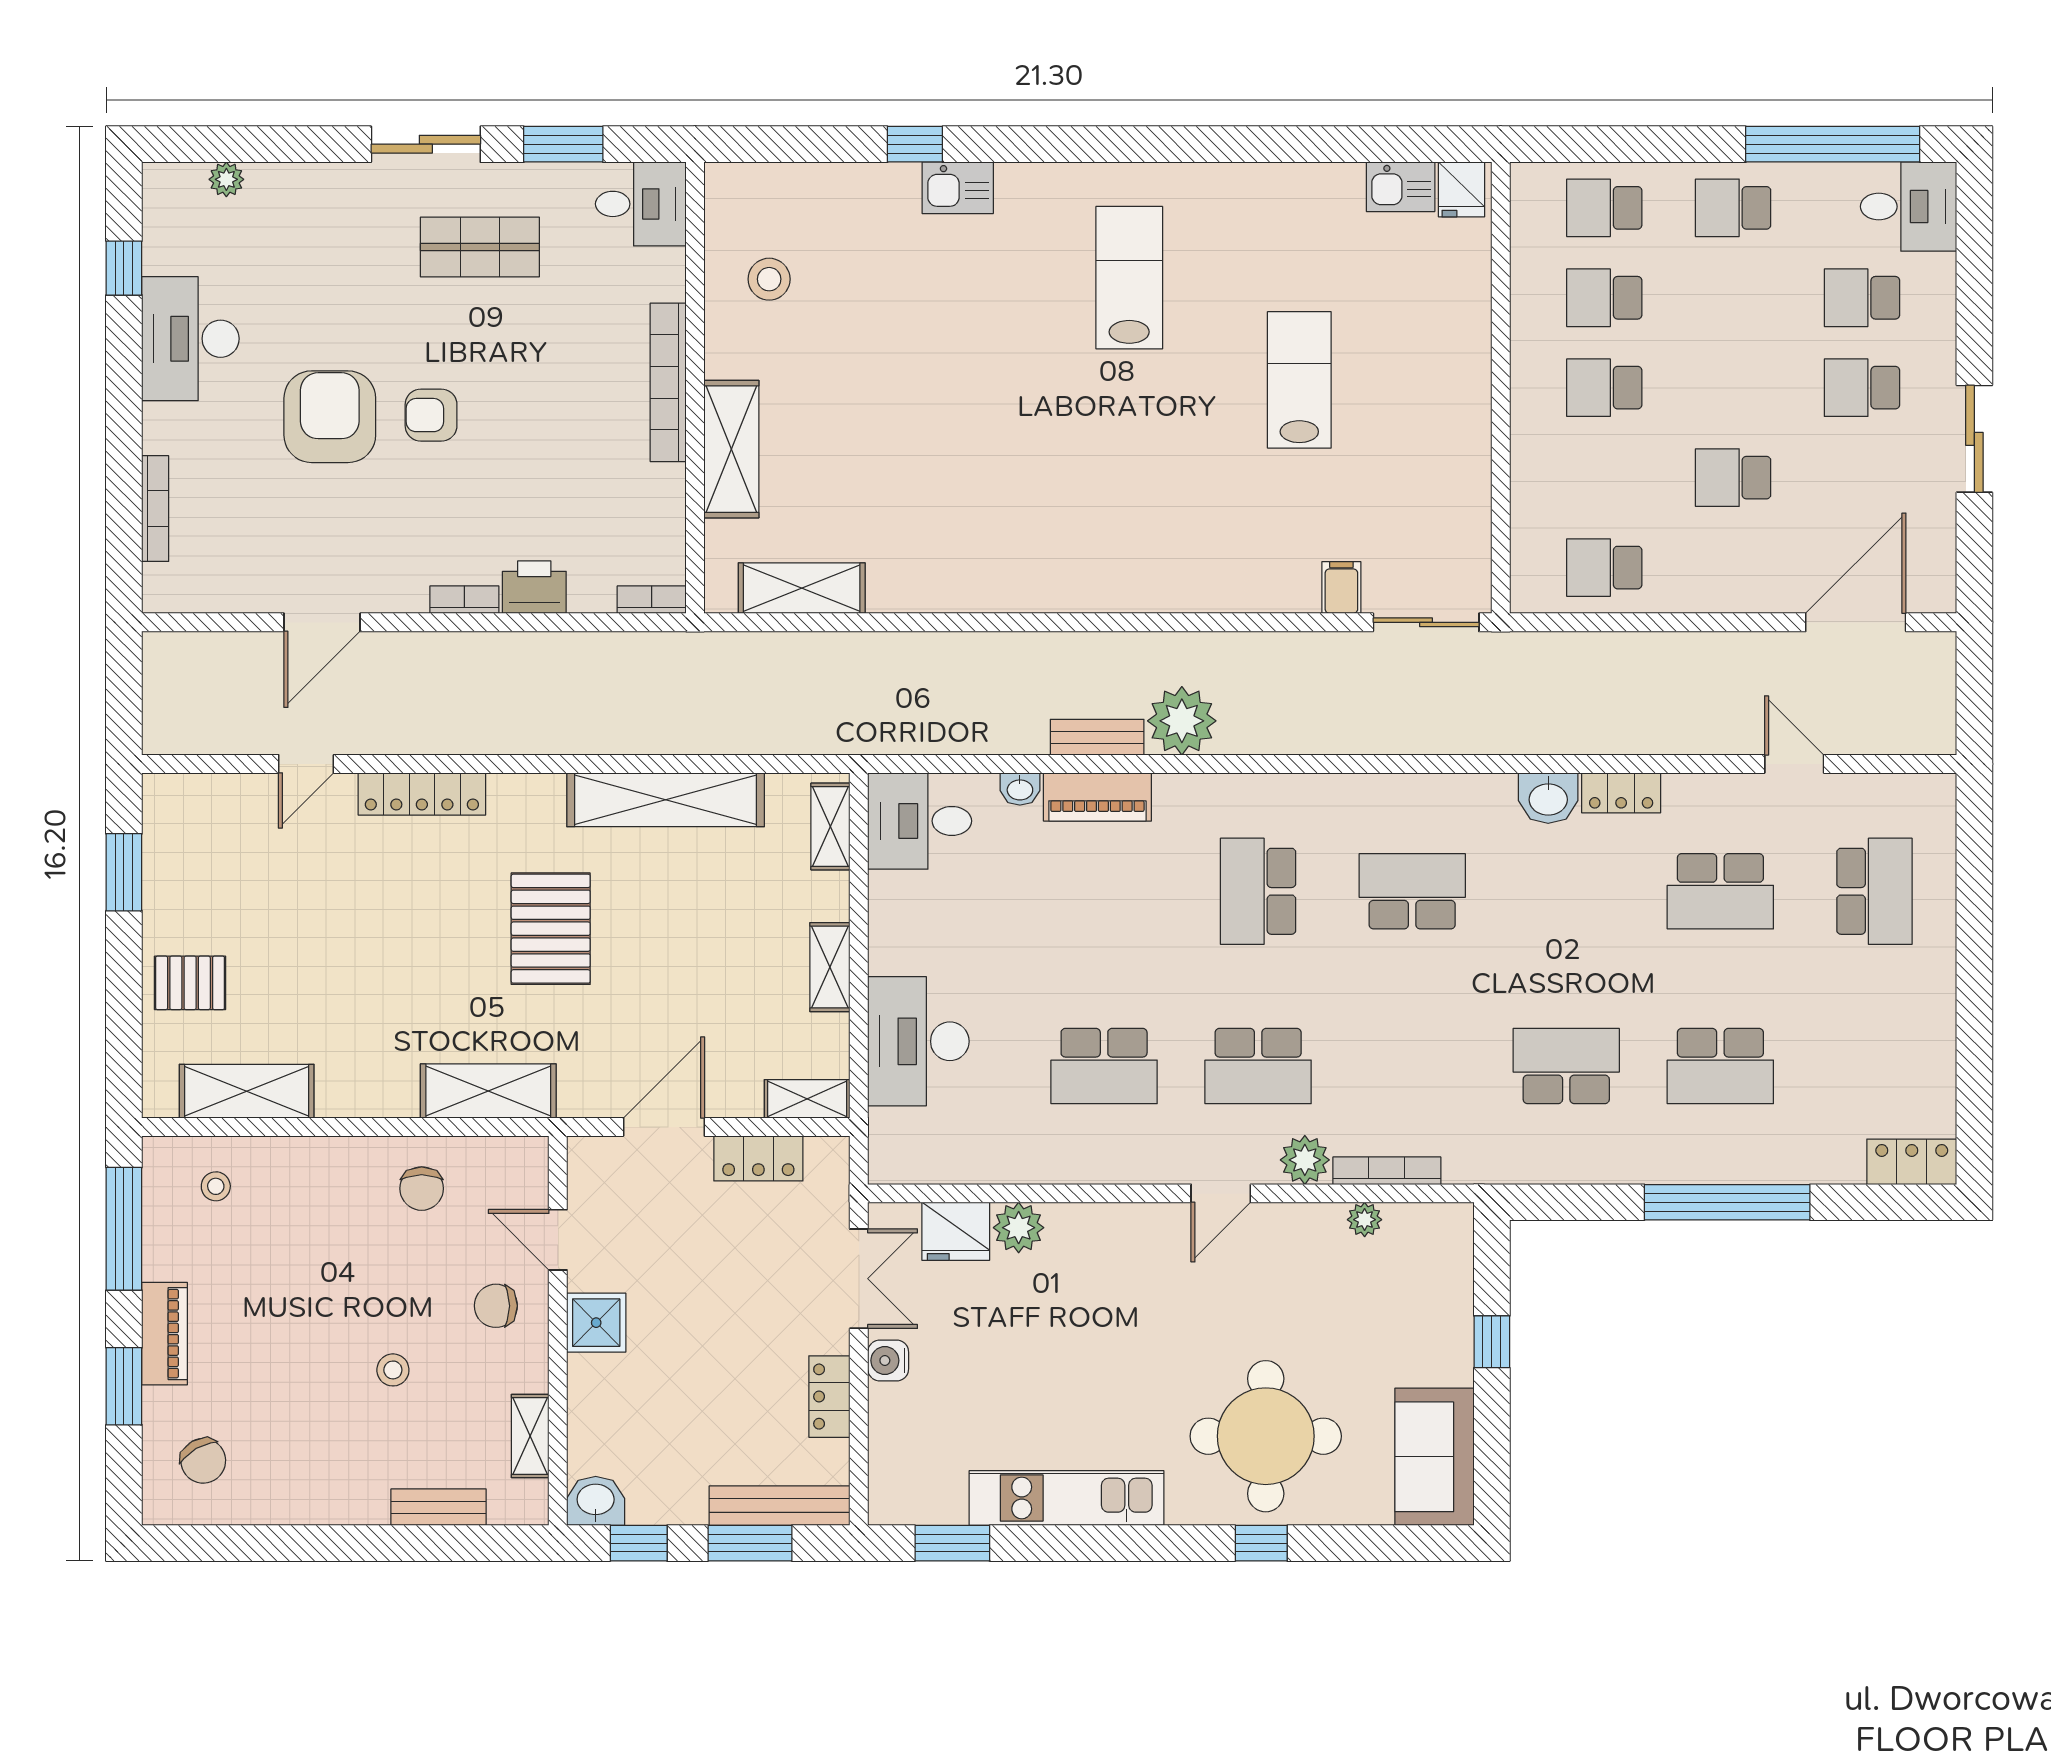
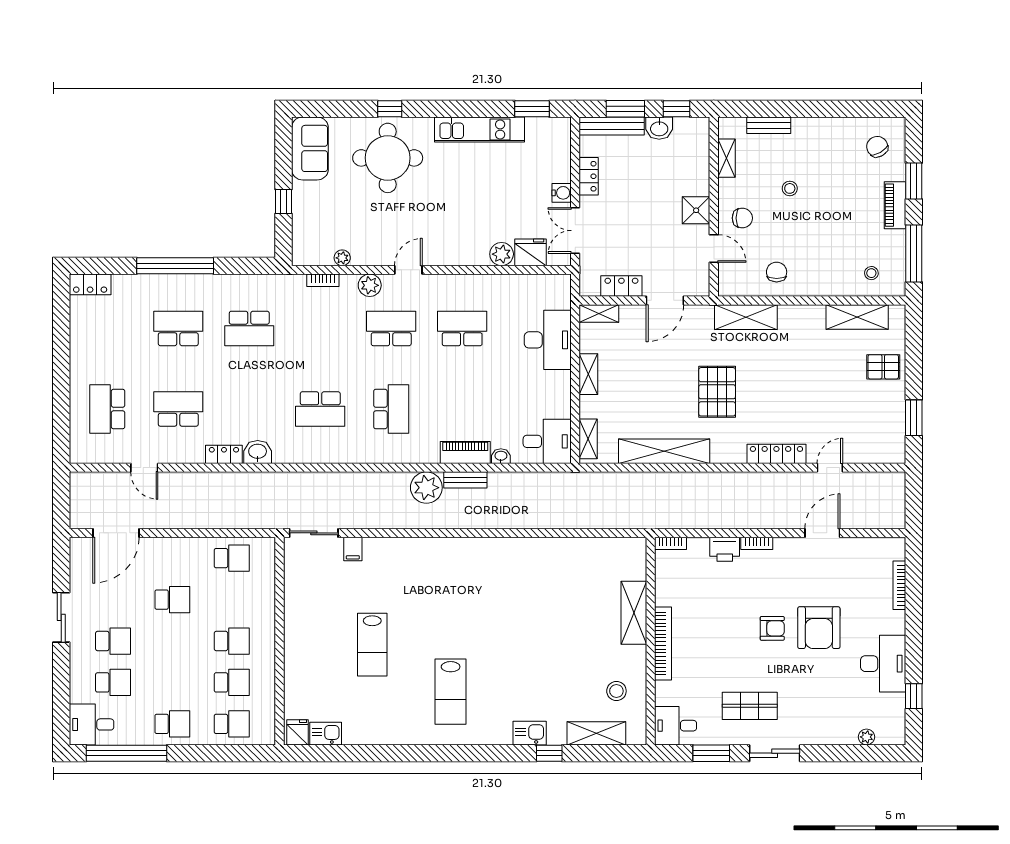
shelving: (802, 588) -> (596, 733), moved
bookcase: (1387, 1171) -> (323, 280), width x0.64
washbasin: (596, 1501) -> (659, 128), moved

